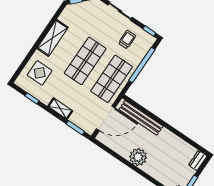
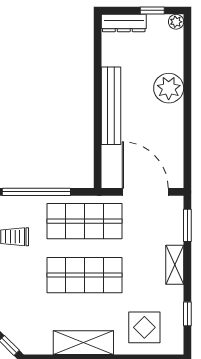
bench: (141, 118) -> (111, 106), moved
plant: (138, 157) -> (169, 88), moved
dresser: (198, 161) -> (124, 23), width x1.44

